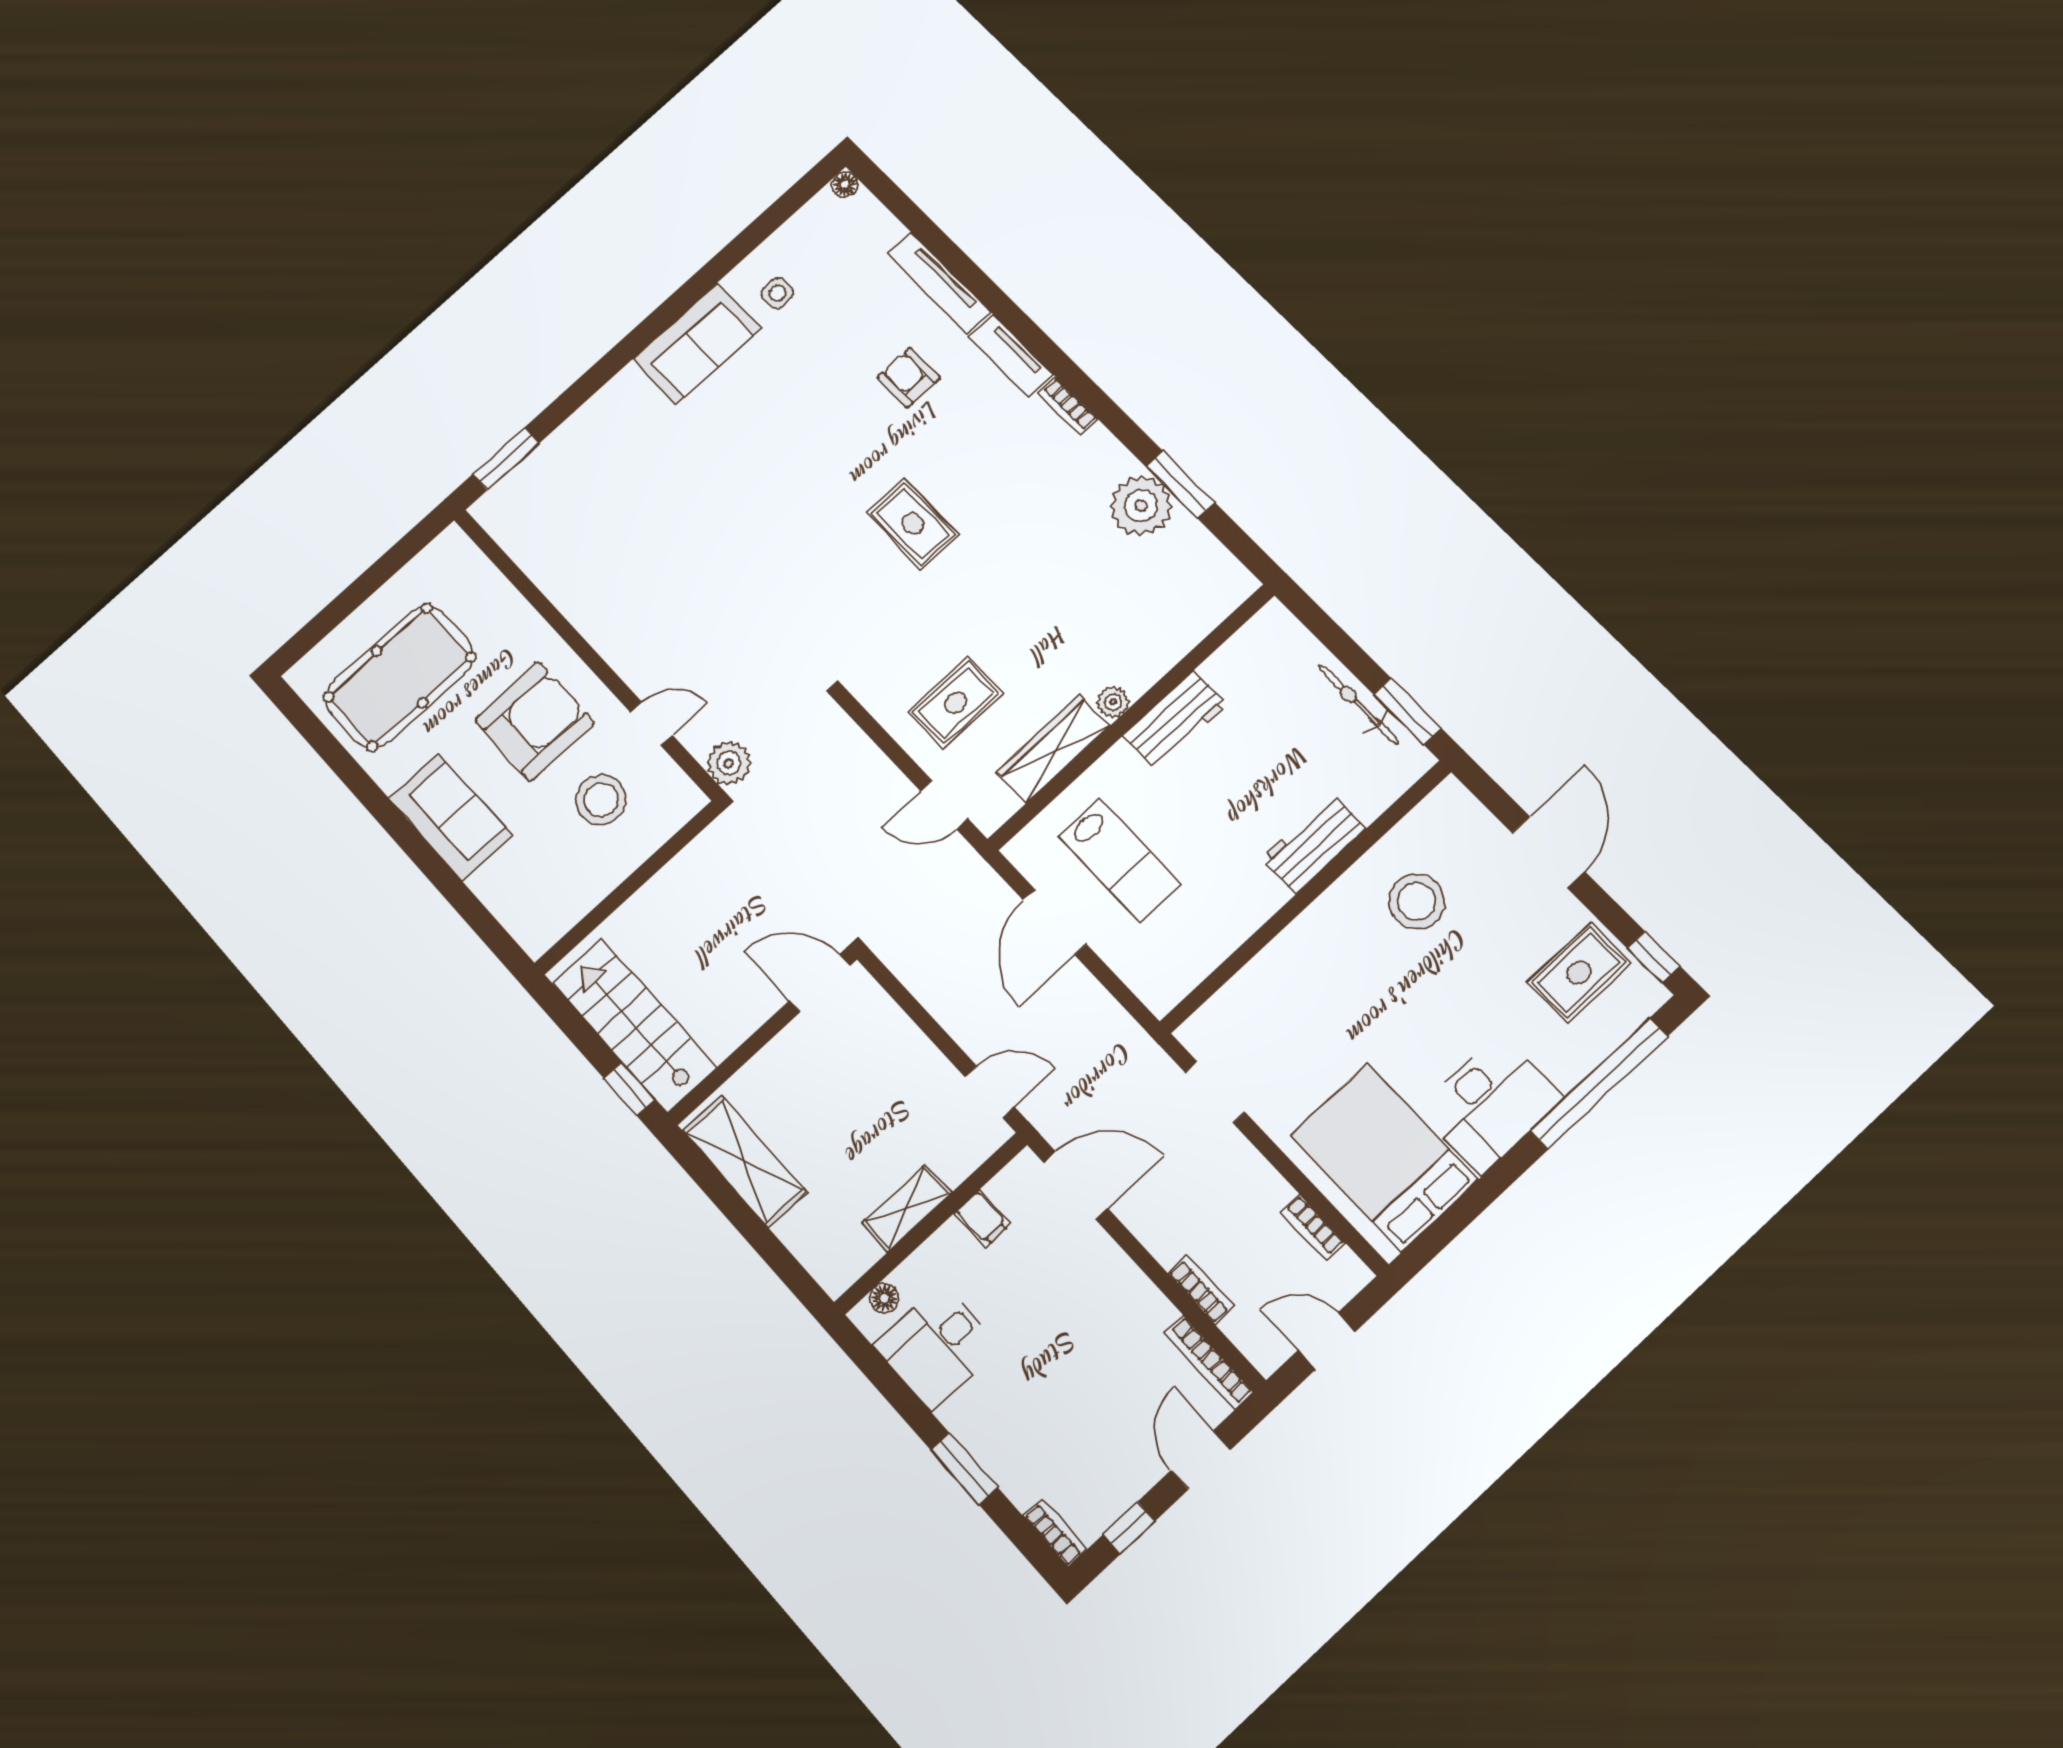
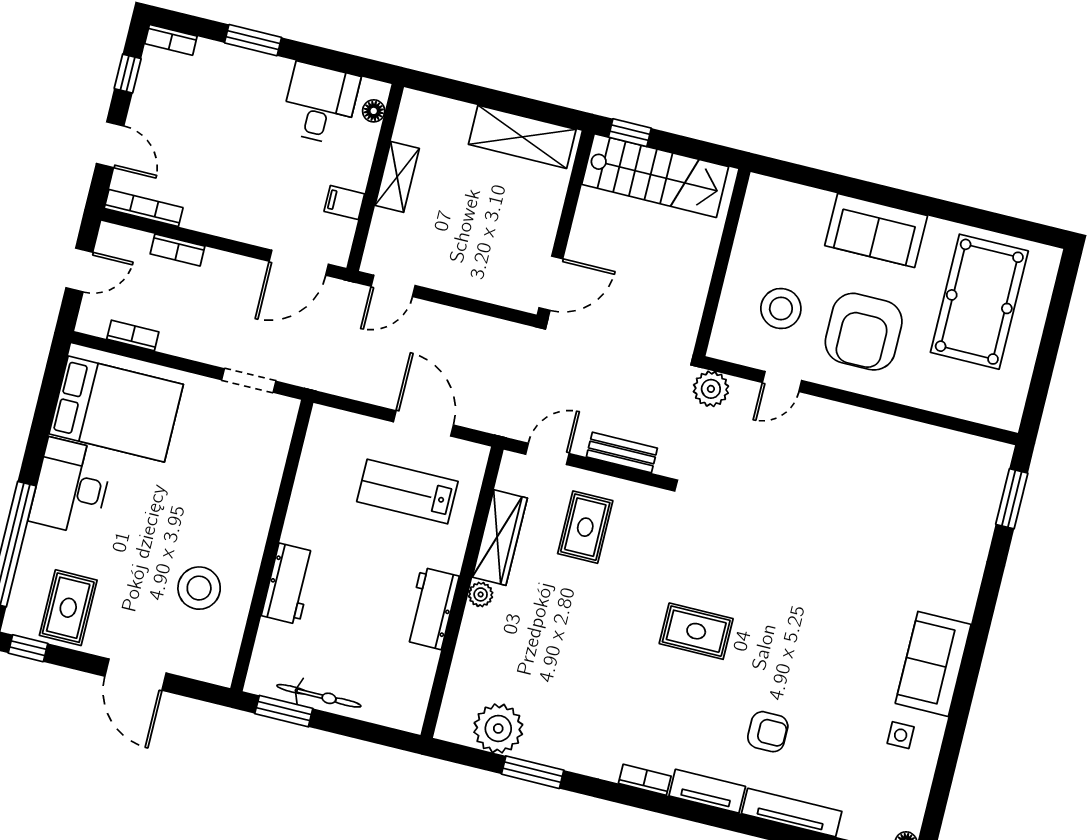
plant: (1141, 506) -> (498, 728), moved
bench: (865, 756) -> (622, 453), added

